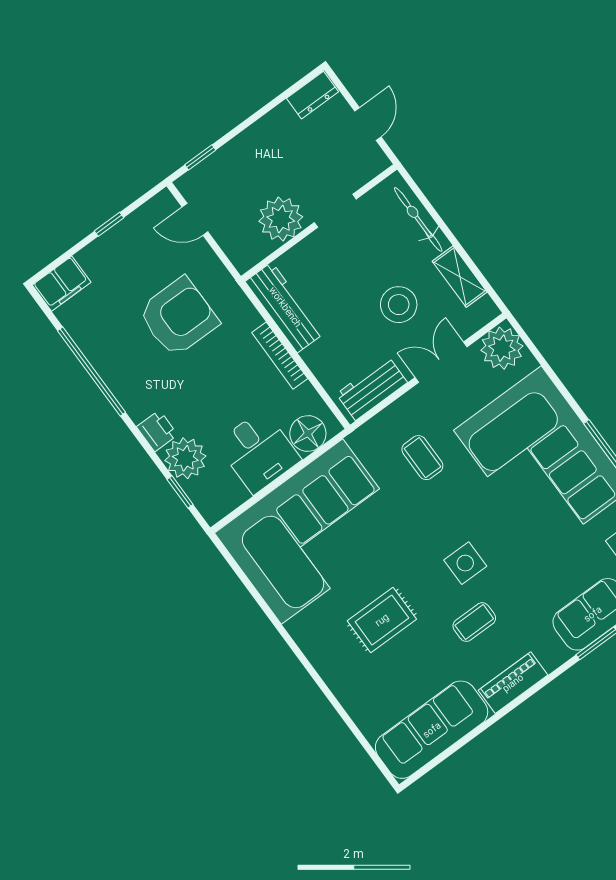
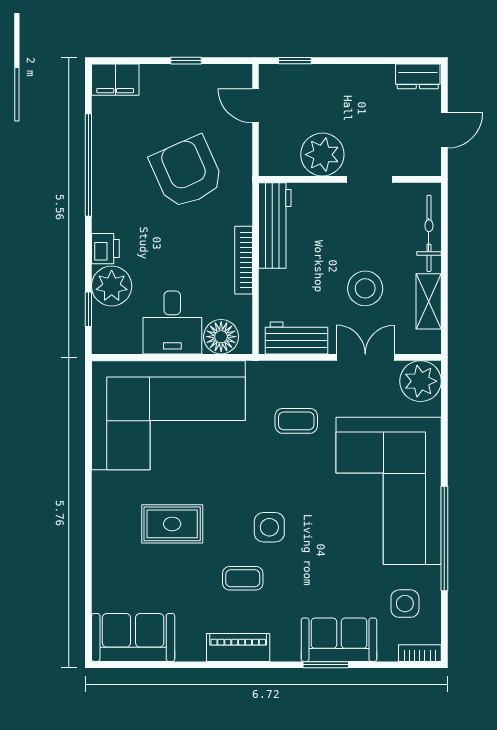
armchair: (178, 317) -> (187, 172), turned -114
coffee table: (422, 458) -> (296, 421), turned 90
sofa: (432, 730) -> (133, 637), width x0.73

